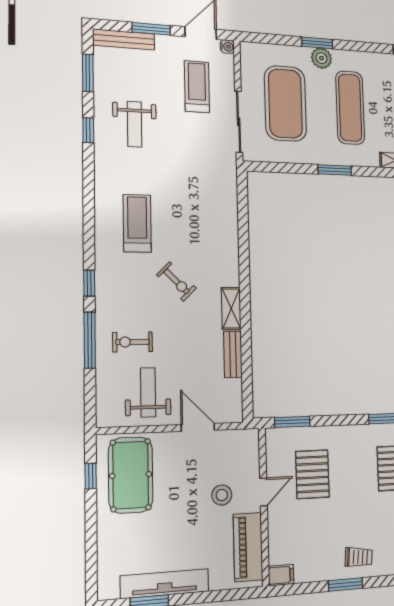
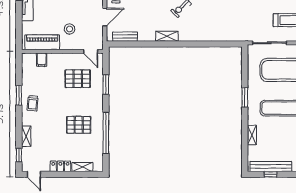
bench: (233, 354) -> (125, 37), moved
window: (292, 422) -> (106, 85), moved
door: (263, 492) -> (91, 51), moved
filing cabinet: (281, 575) -> (42, 60), moved

